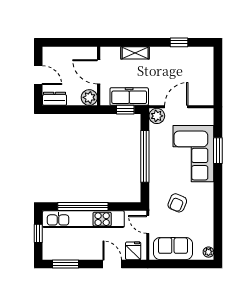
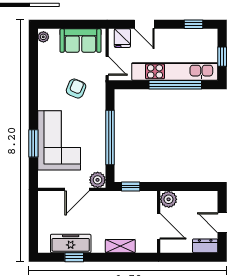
freezer: (129, 97) -> (71, 244), moved, turned 180
dresser: (55, 99) -> (205, 246), moved, turned 180
window: (65, 264) -> (194, 24), width x0.67

